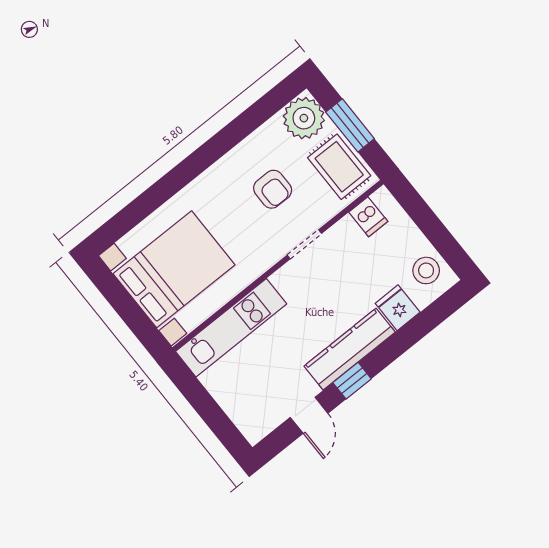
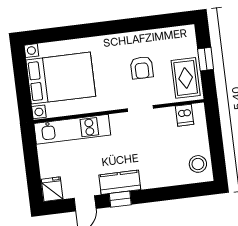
plant: (304, 118) -> (183, 40), removed
window: (350, 125) -> (206, 59), width x0.67
fridge: (398, 308) -> (52, 189), moved
kitchen counter: (350, 349) -> (120, 182), width x0.67

